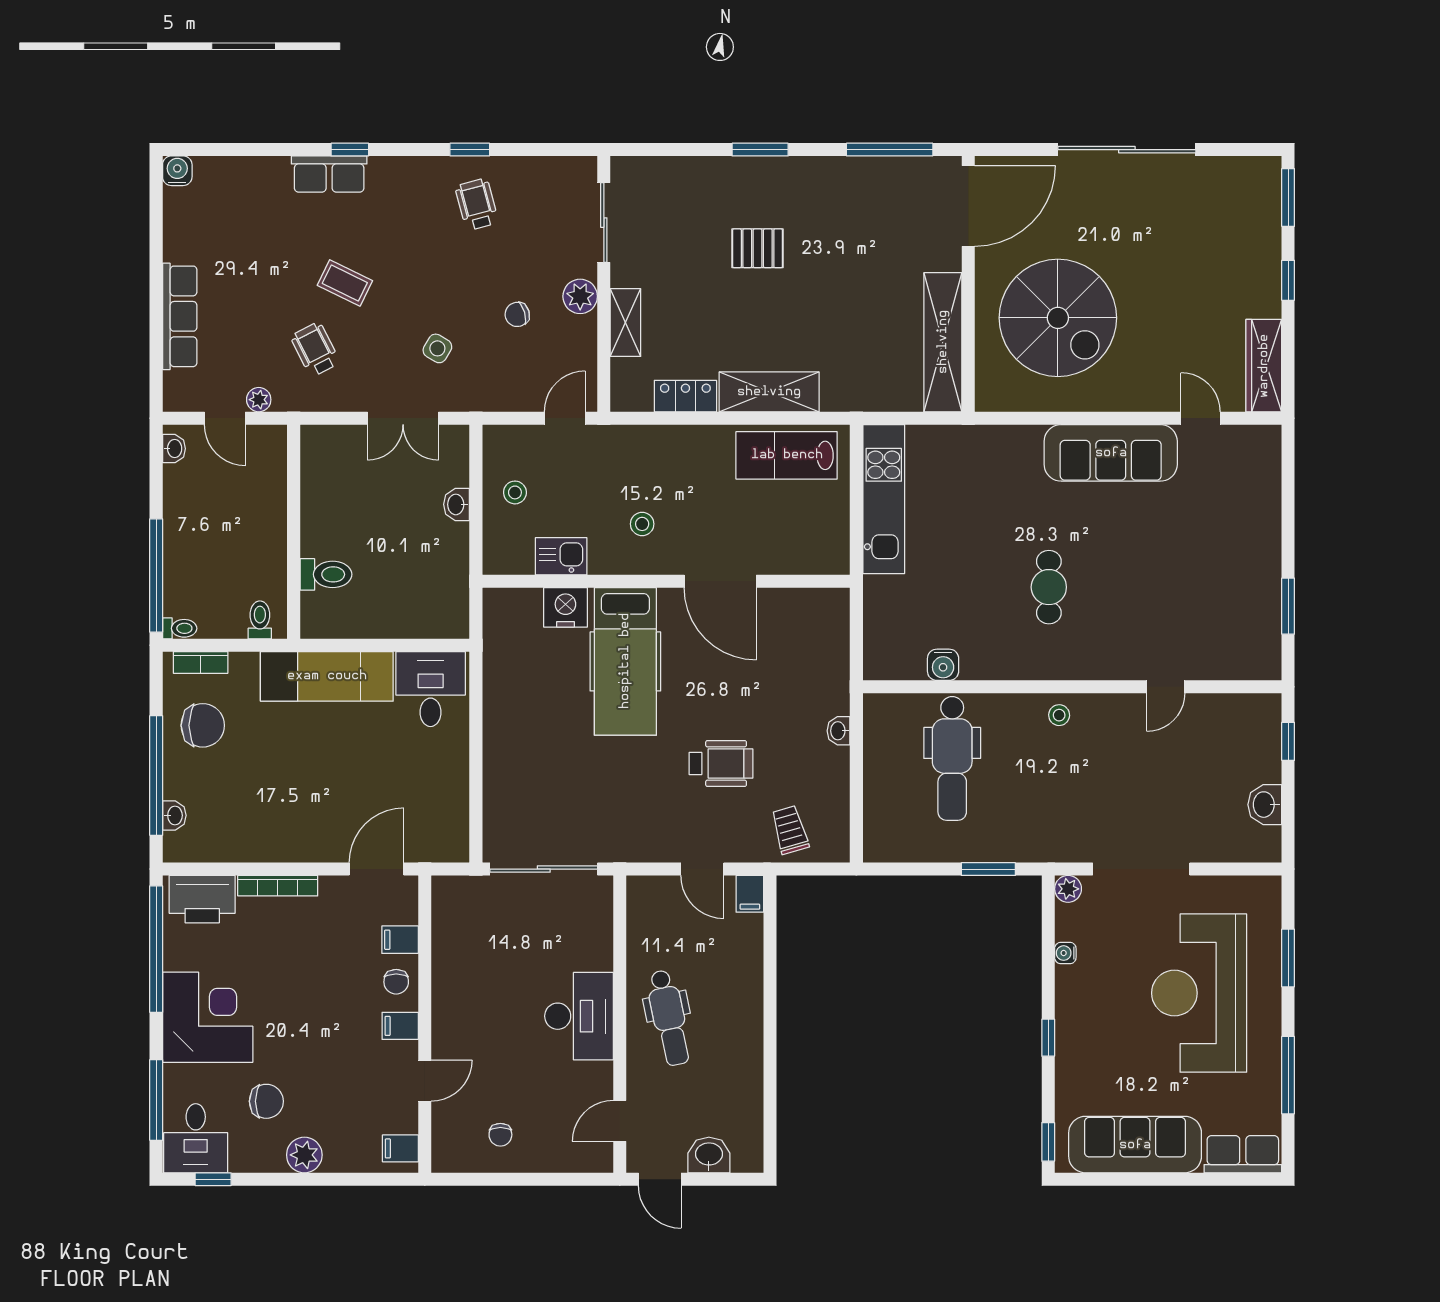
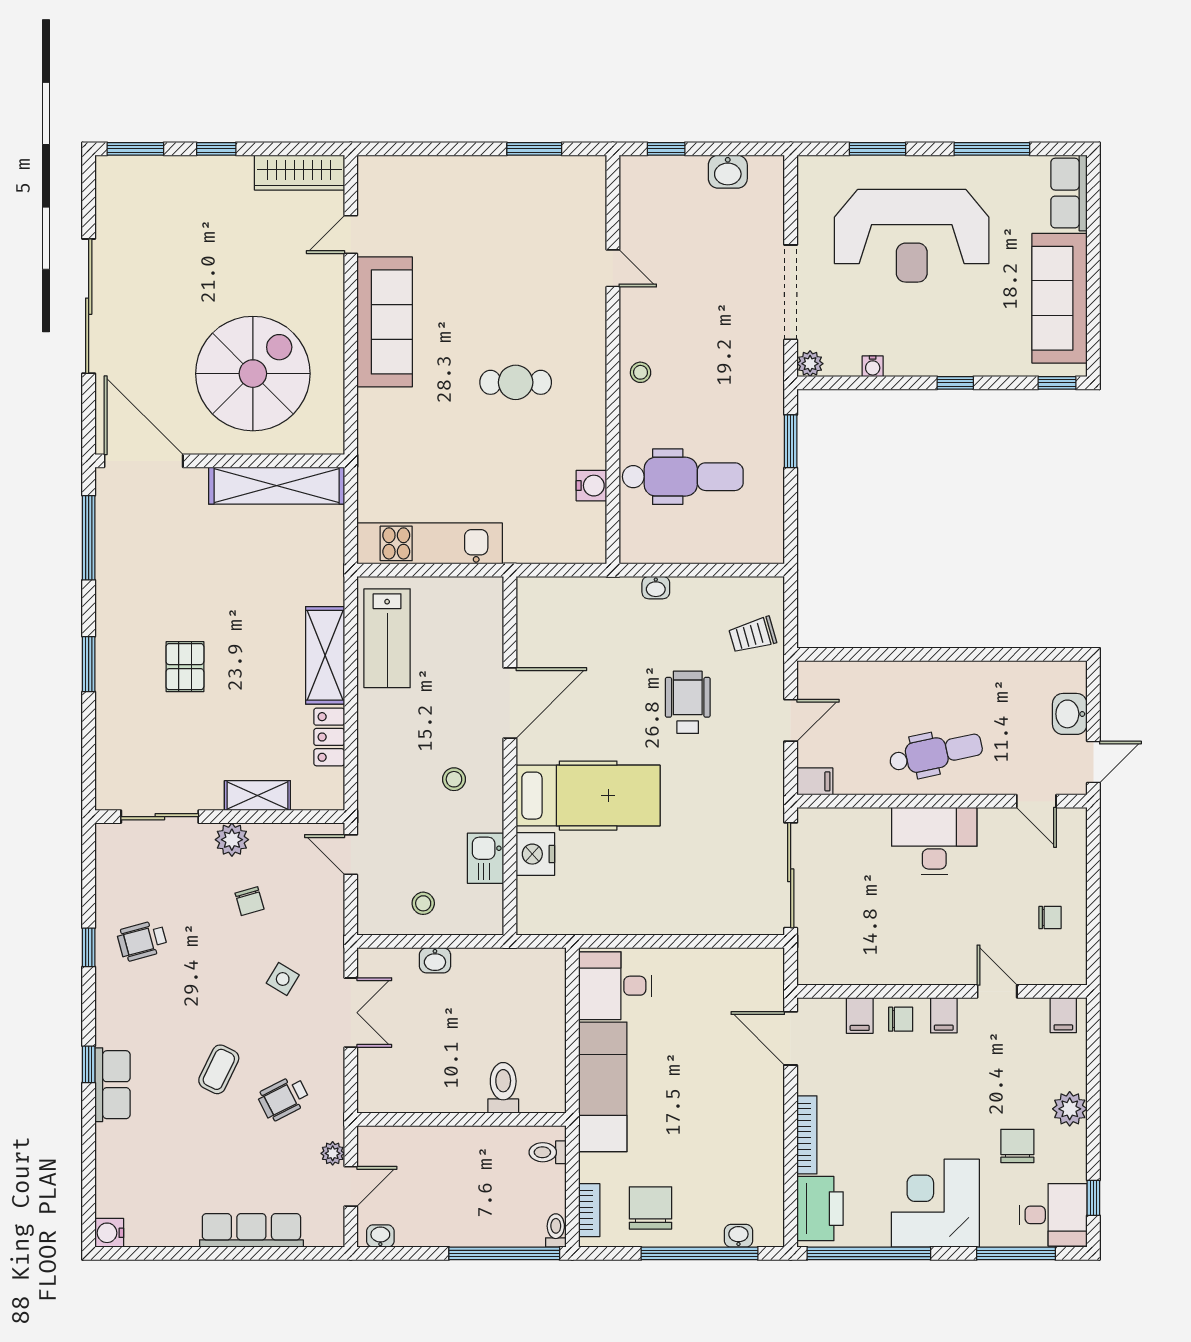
filing cabinet: (750, 894) -> (815, 781), moved

